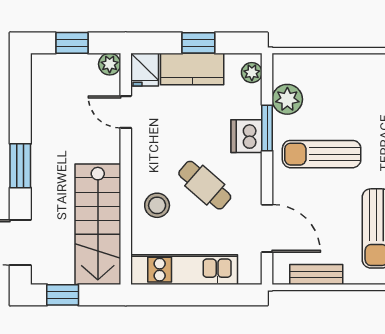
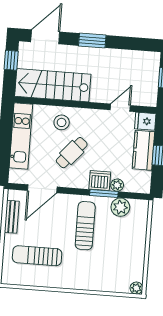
plant: (110, 64) -> (150, 100), removed
plant: (252, 73) -> (117, 185), moved

